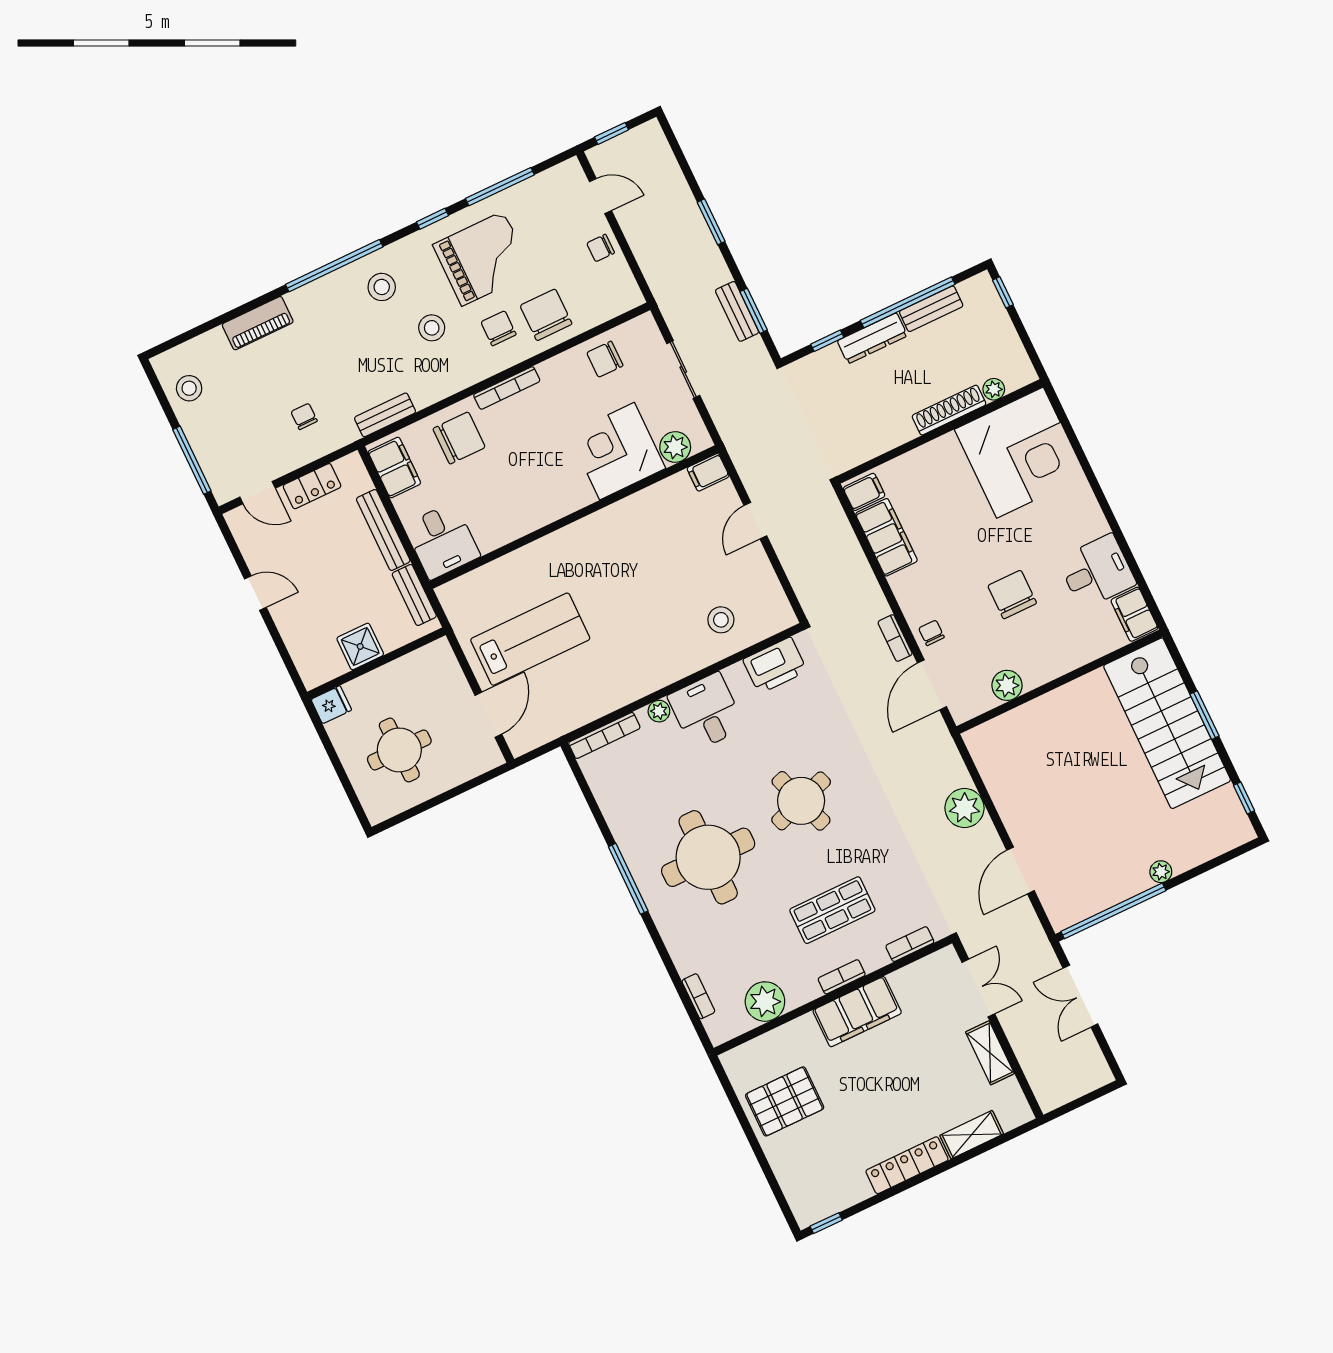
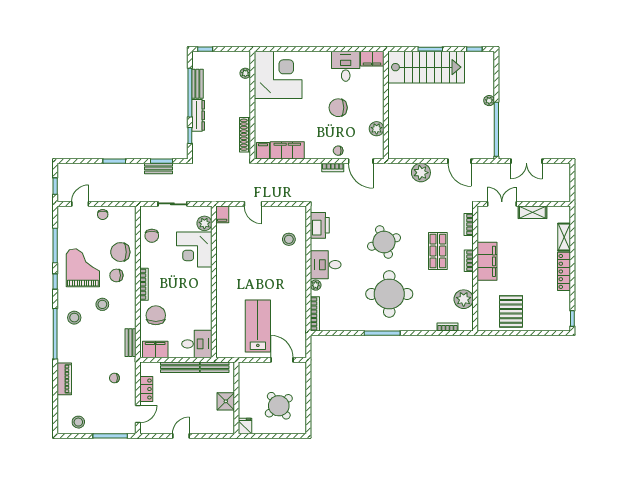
shoe rack: (949, 410) -> (245, 135), moved
round table: (399, 750) -> (279, 406), turned -38

